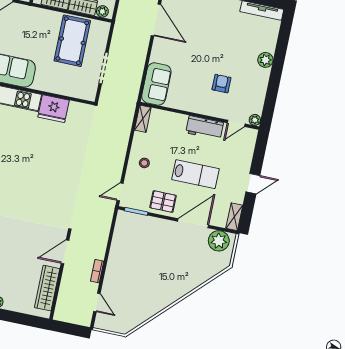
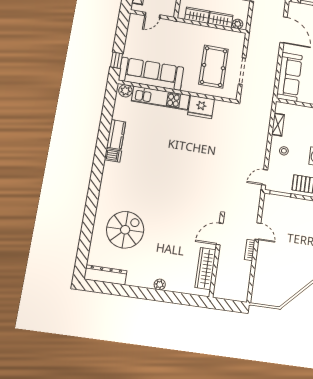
pool table: (72, 41) -> (214, 67), moved
sofa: (156, 84) -> (289, 77), width x1.36
shelving: (143, 119) -> (278, 125), moved
door: (97, 303) -> (258, 231), moved

